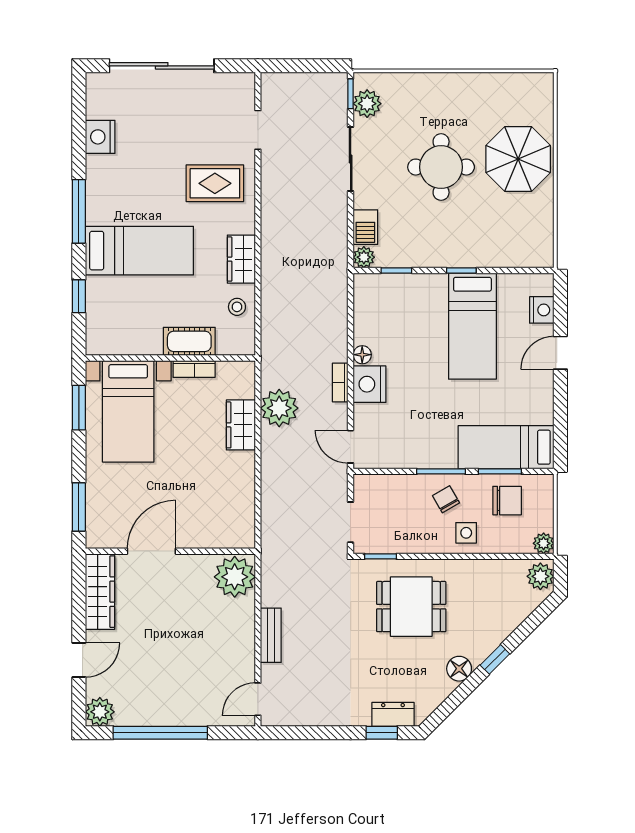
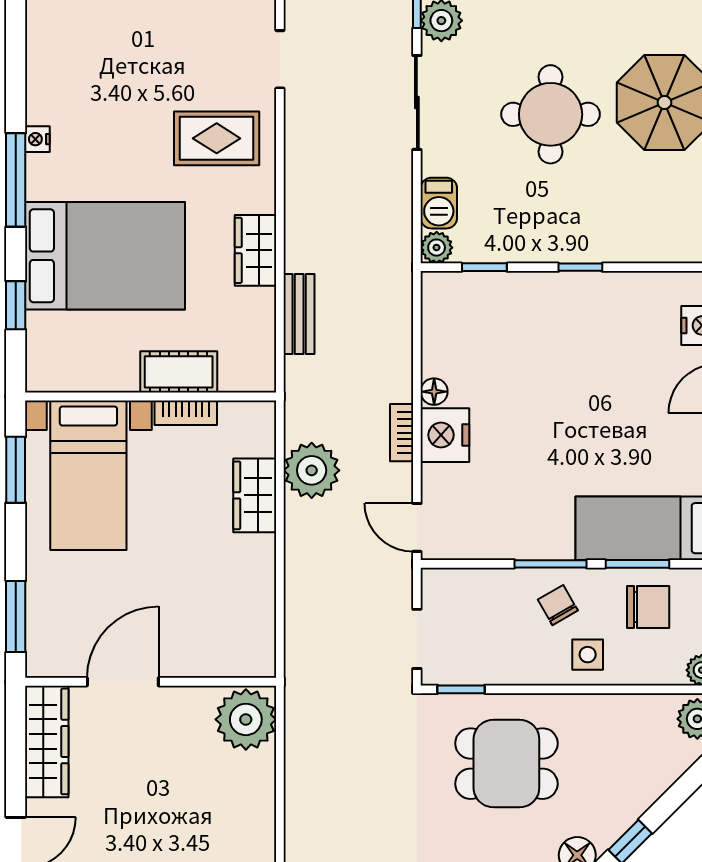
nightstand: (100, 137) -> (37, 139), moved, width x0.53, depth x0.56
bed: (139, 251) -> (105, 256), width x1.50
stool: (237, 307) -> (249, 321), removed
bed: (472, 326) -> (597, 349), removed
bench: (271, 635) -> (299, 314), moved

